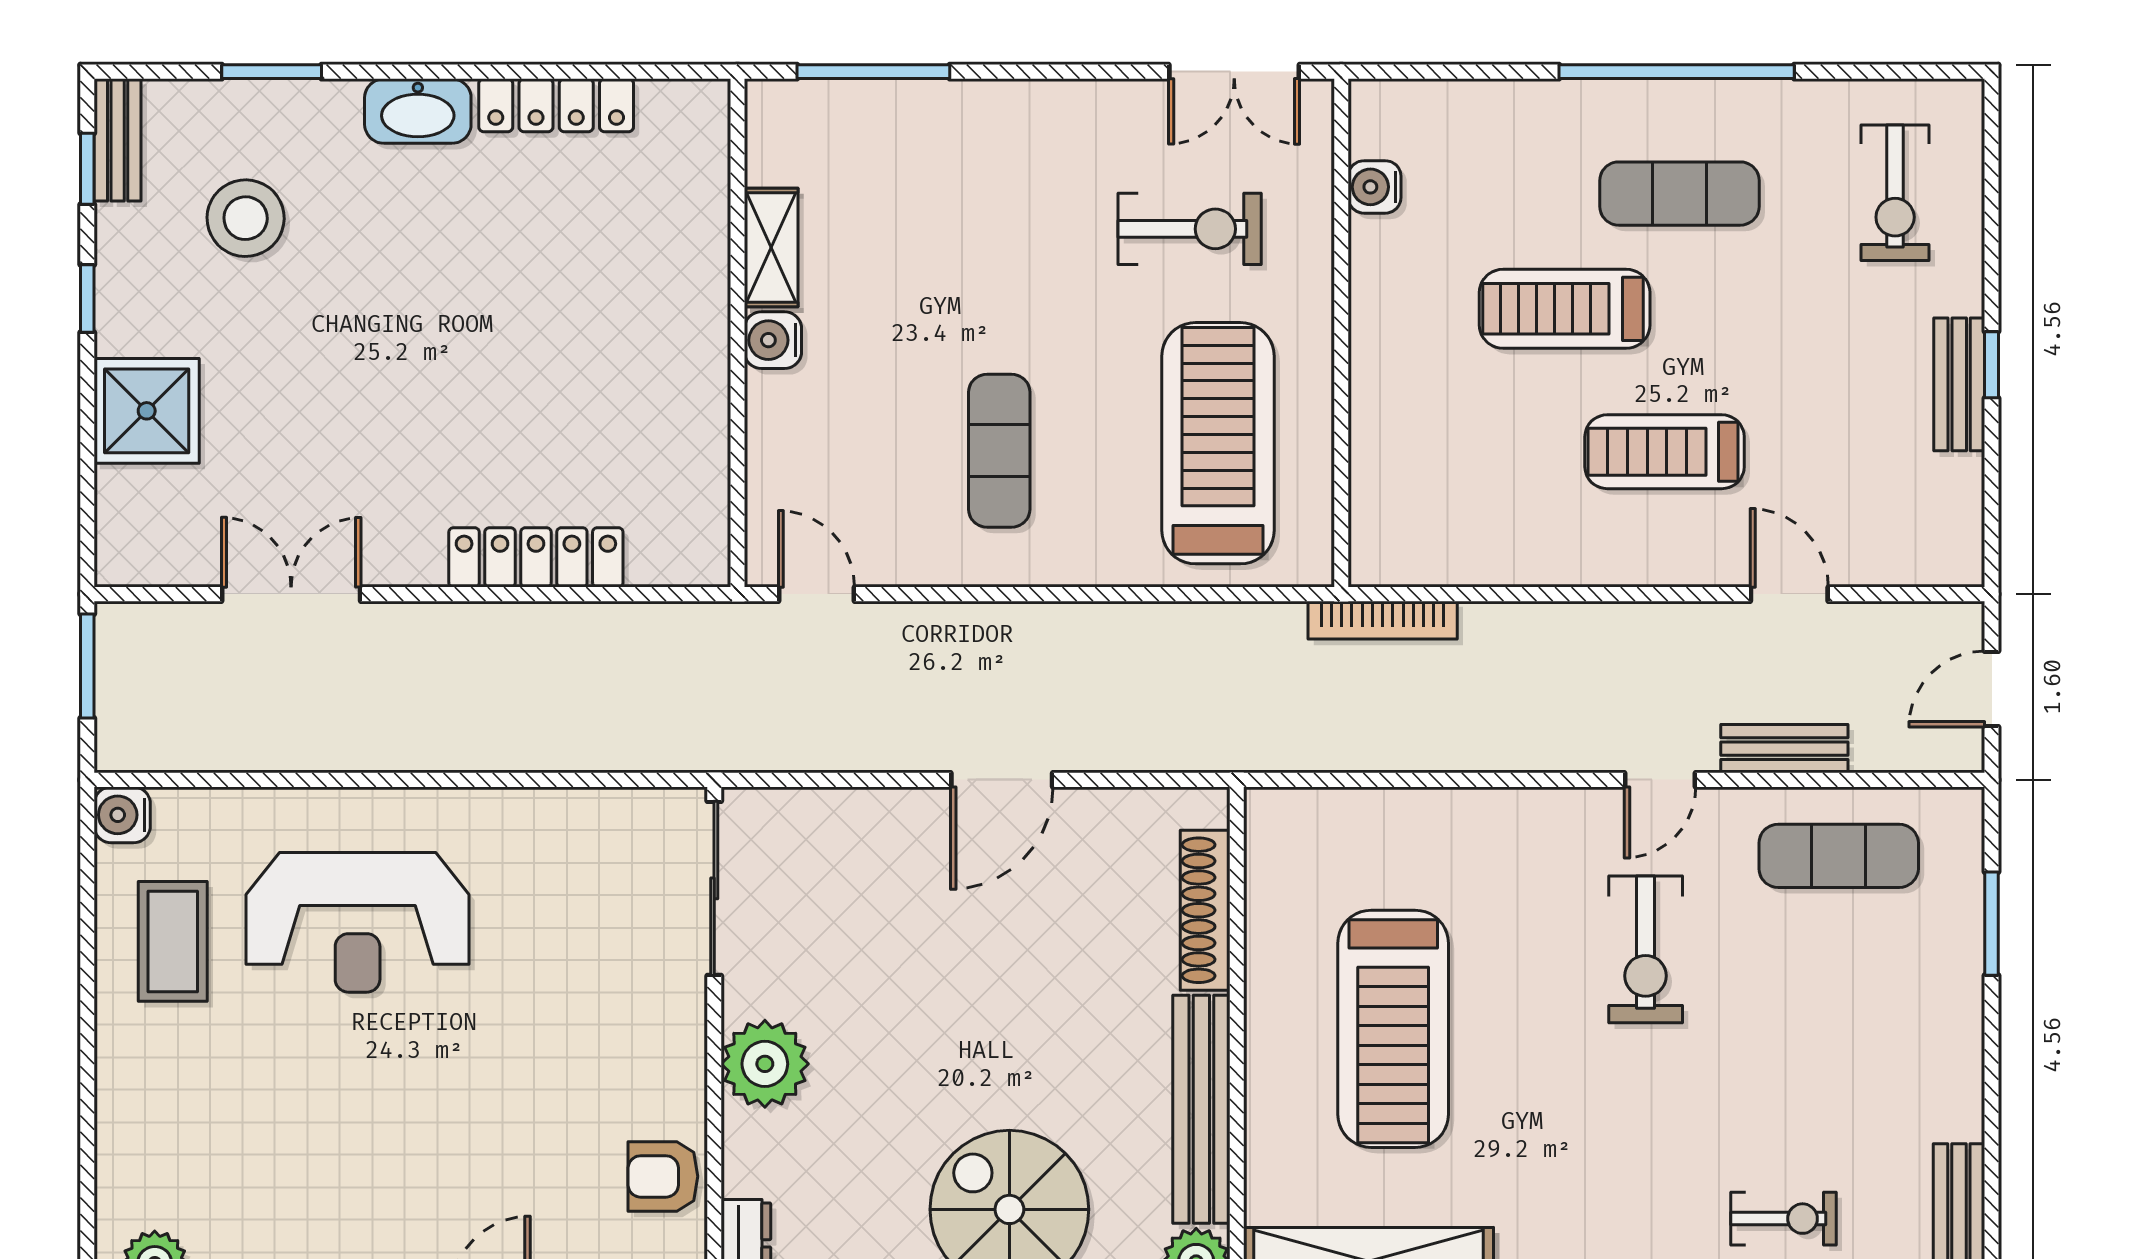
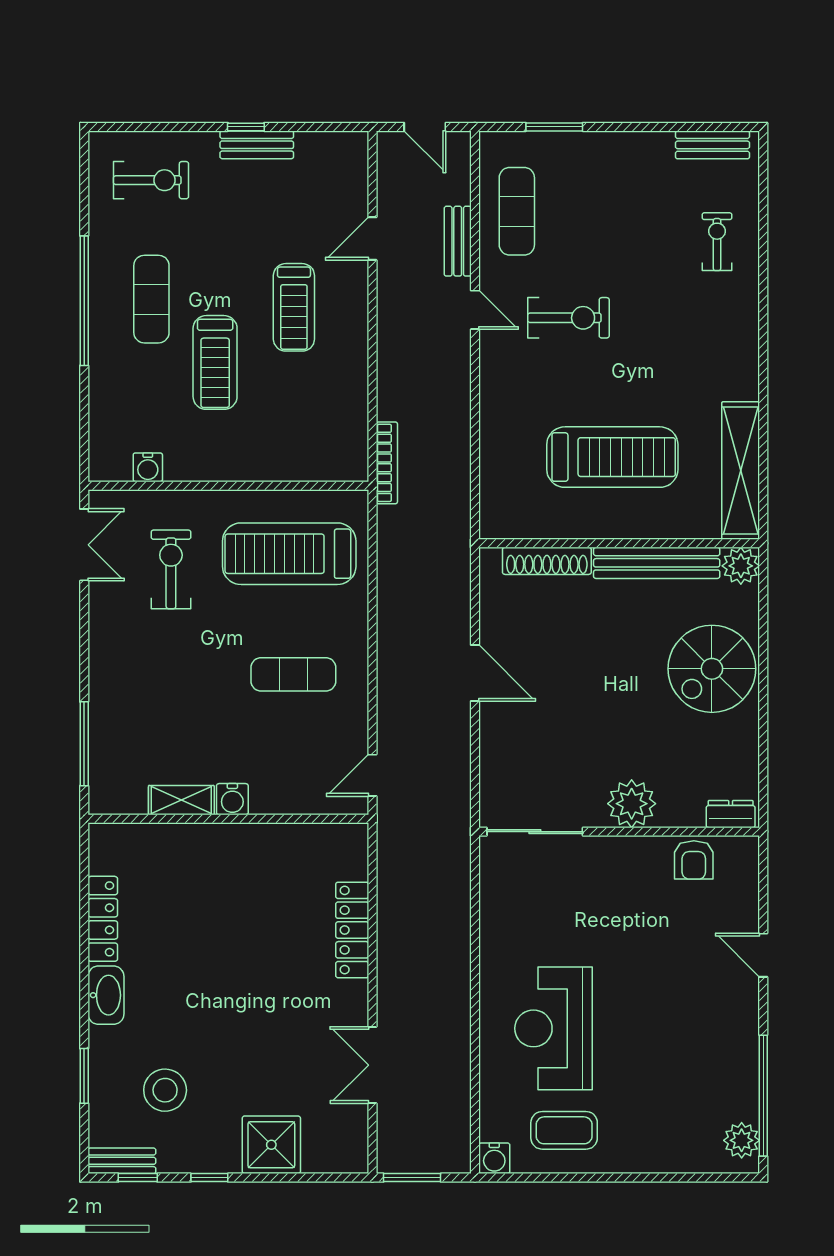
reception desk: (358, 922) -> (554, 1028), turned 180

